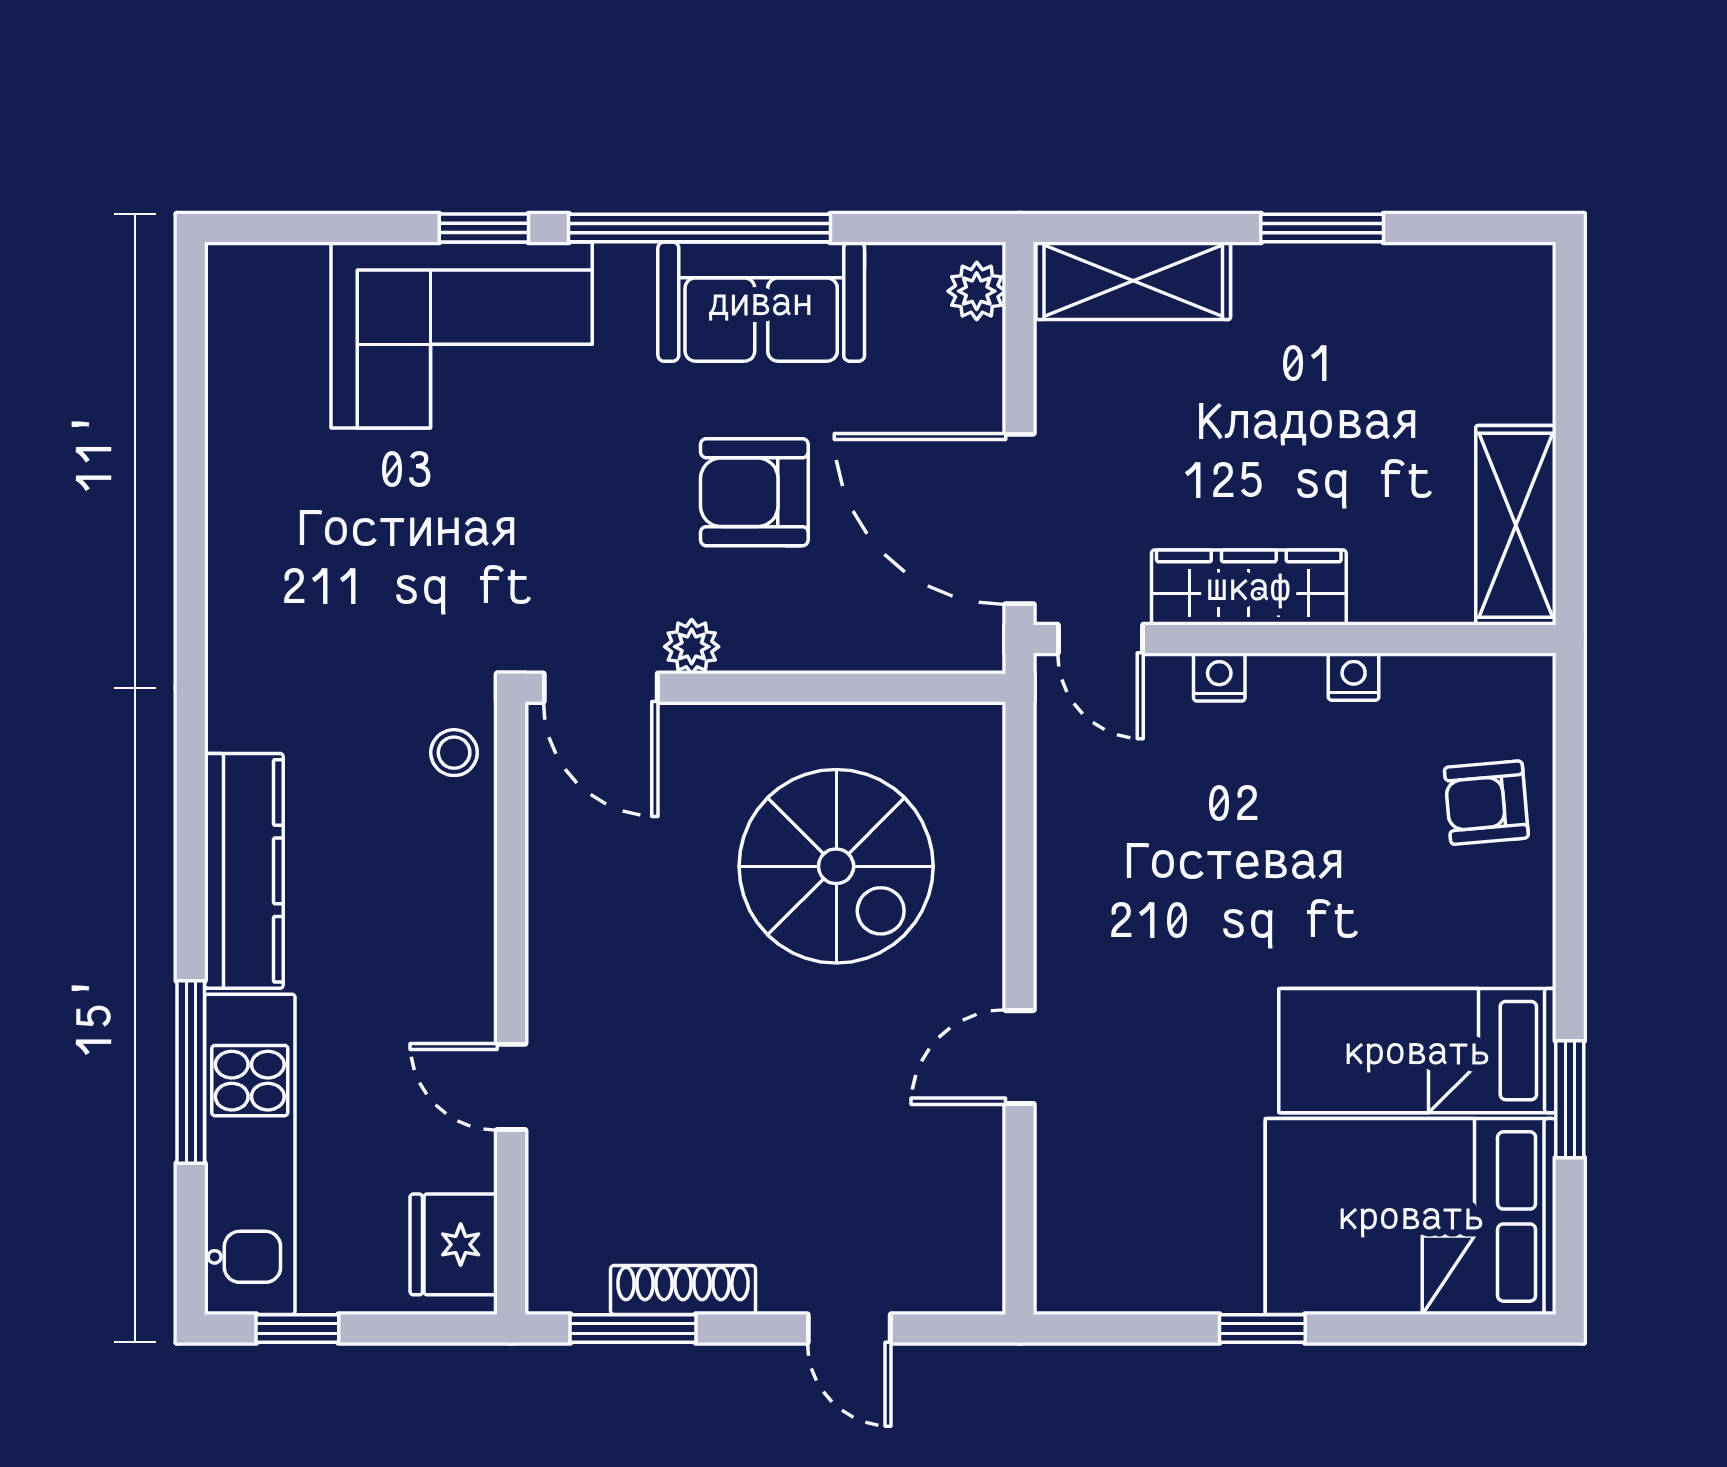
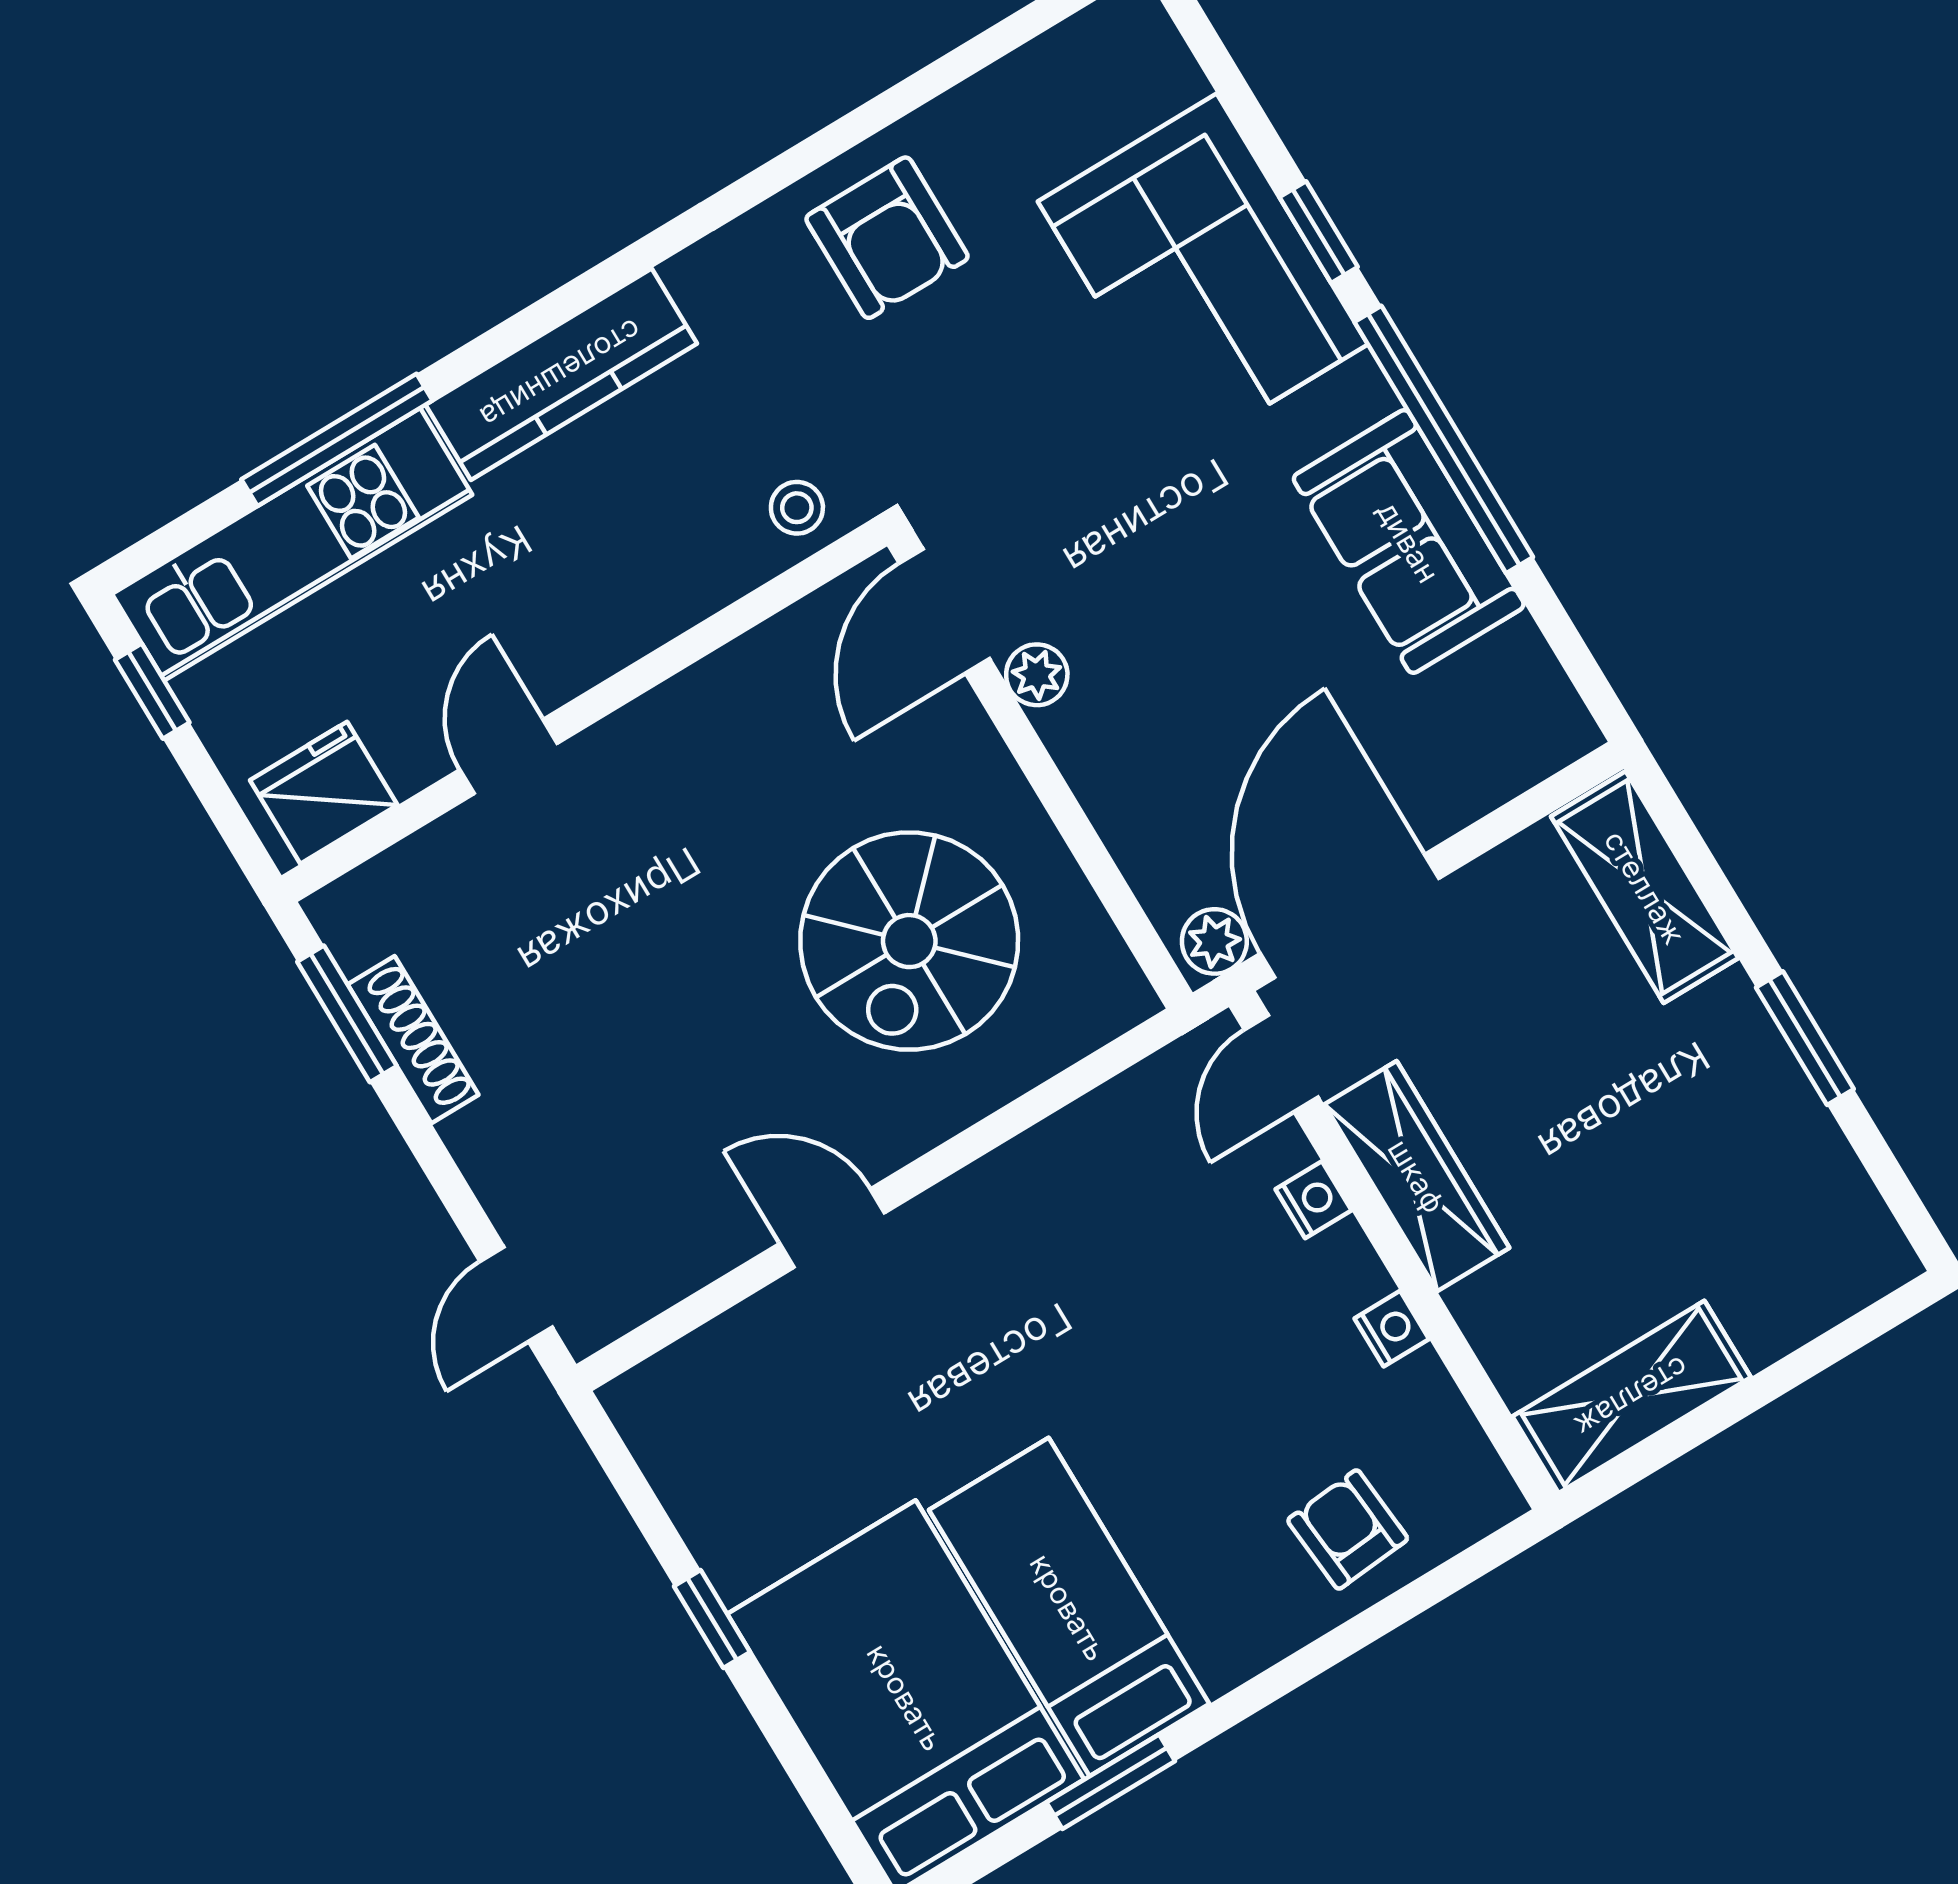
plant: (977, 291) -> (1214, 941), moved
armchair: (754, 492) -> (887, 238), moved, turned 180
door: (849, 1328) -> (516, 1294), moved

